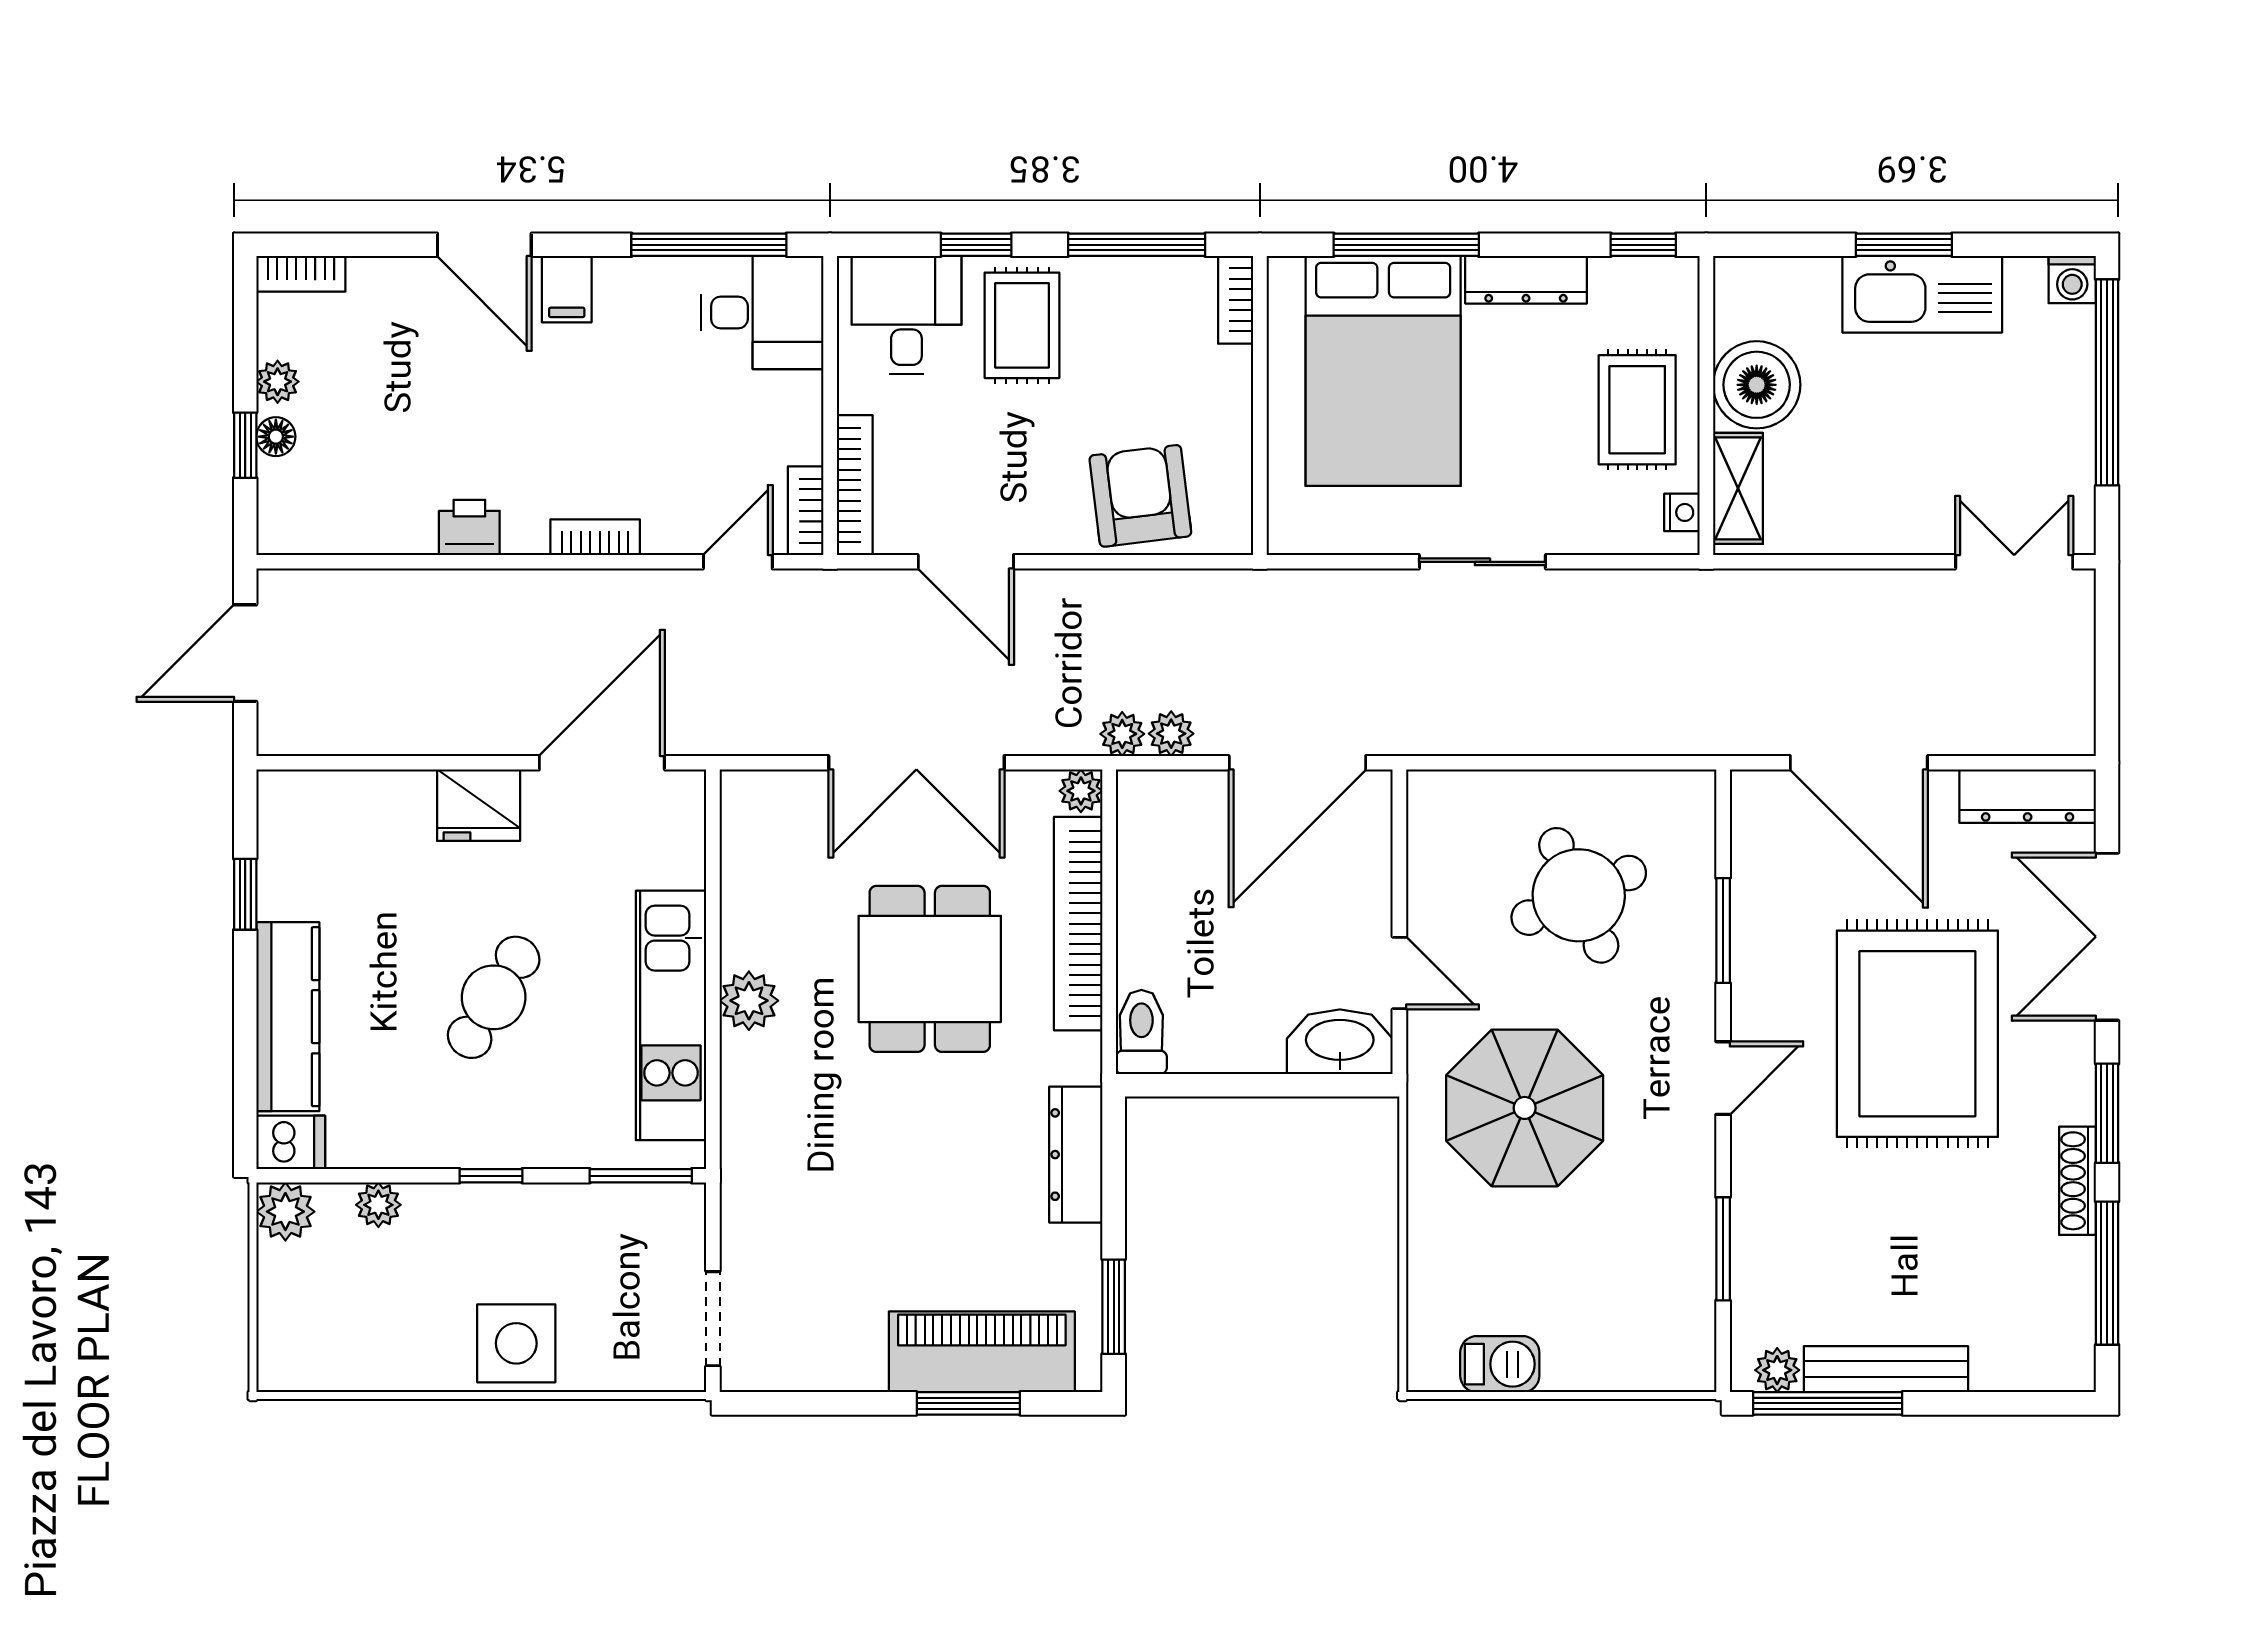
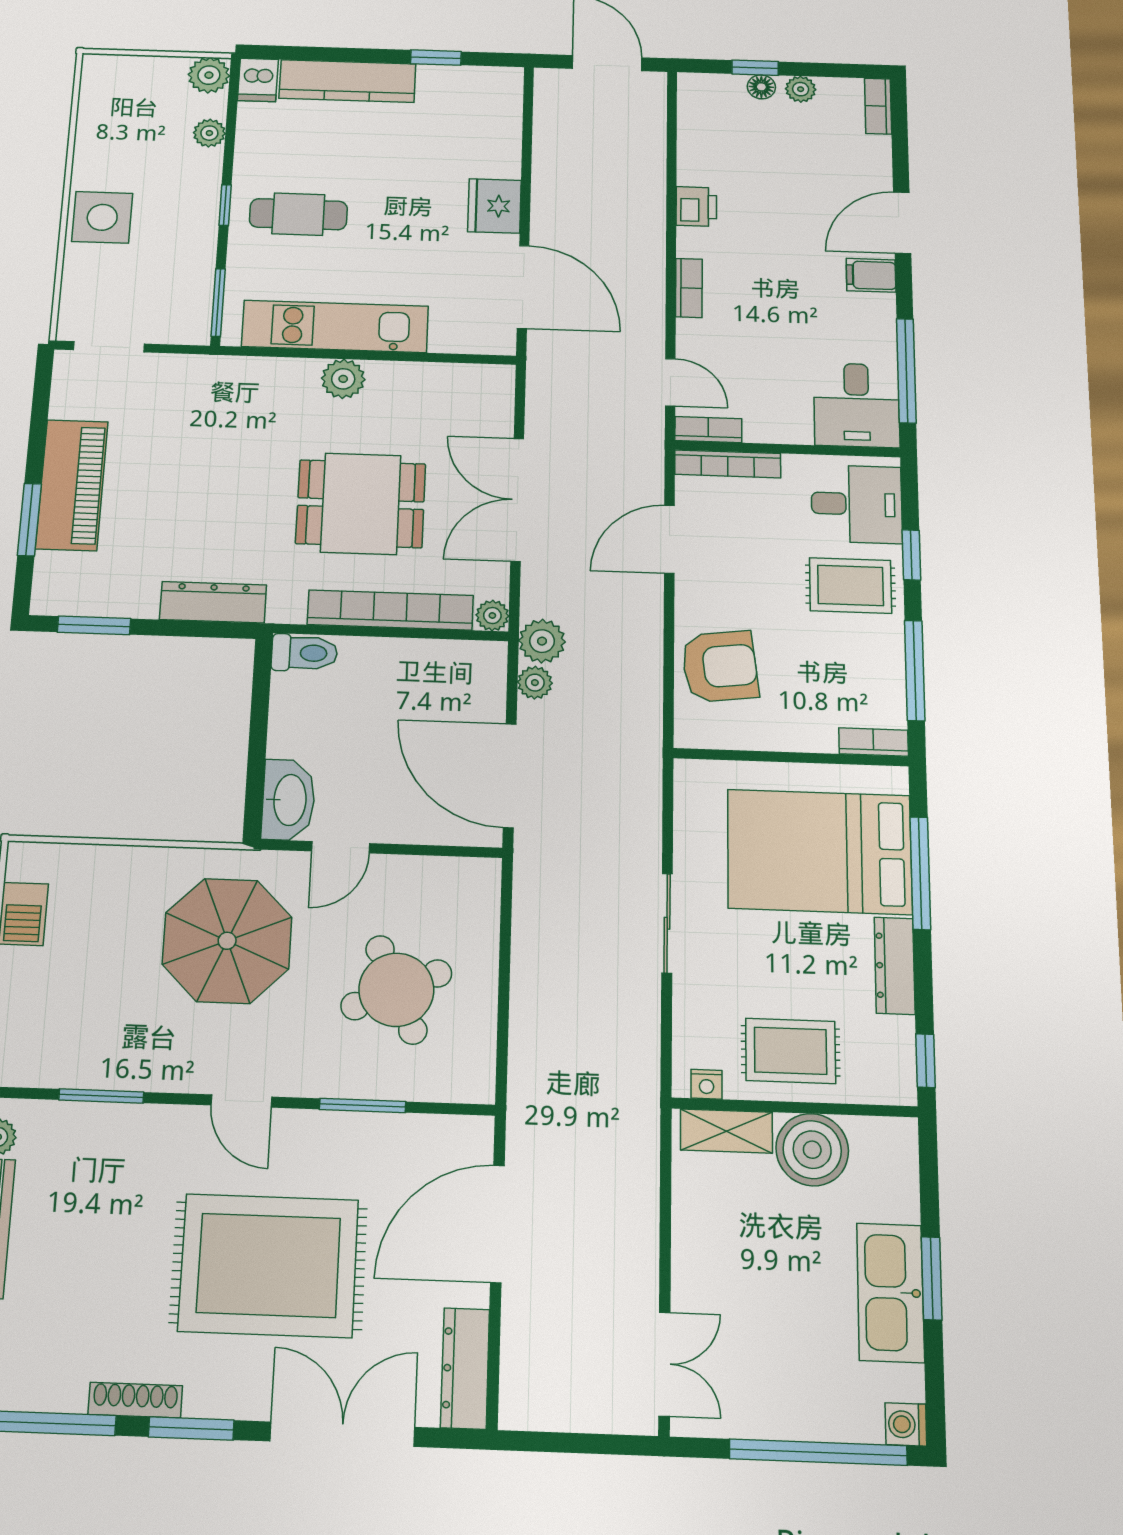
plant: (1122, 734) -> (542, 641), width x1.38, depth x1.38
cafe table: (494, 997) -> (298, 214), moved, turned -31
piano: (982, 1352) -> (72, 485), moved

